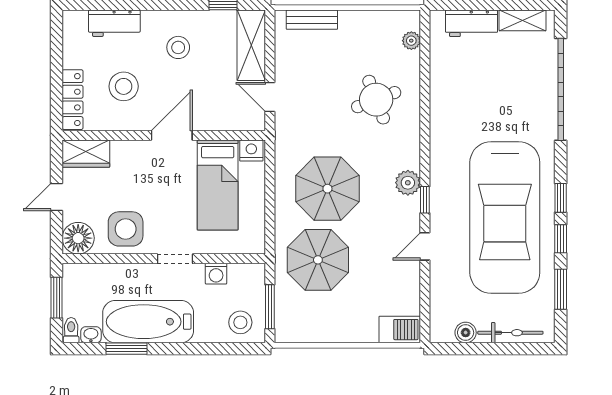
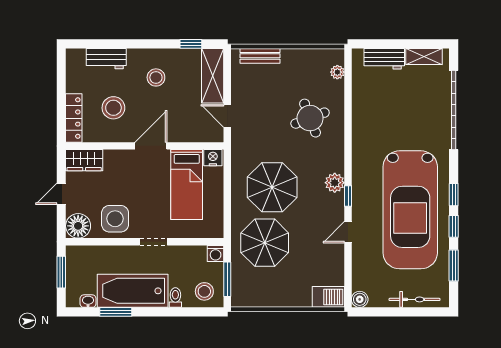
washing machine: (216, 274) -> (216, 254), moved
toilet: (71, 330) -> (175, 298), moved
boiler: (466, 333) -> (360, 299), moved

